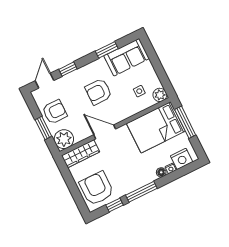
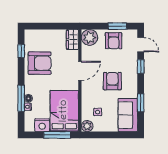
window: (43, 128) -> (117, 26), moved
wardrobe: (81, 154) -> (72, 40), width x0.67
nightstand: (182, 159) -> (42, 125), moved, turned -90
armchair: (97, 188) -> (40, 63), moved
window: (141, 192) -> (21, 98), moved

